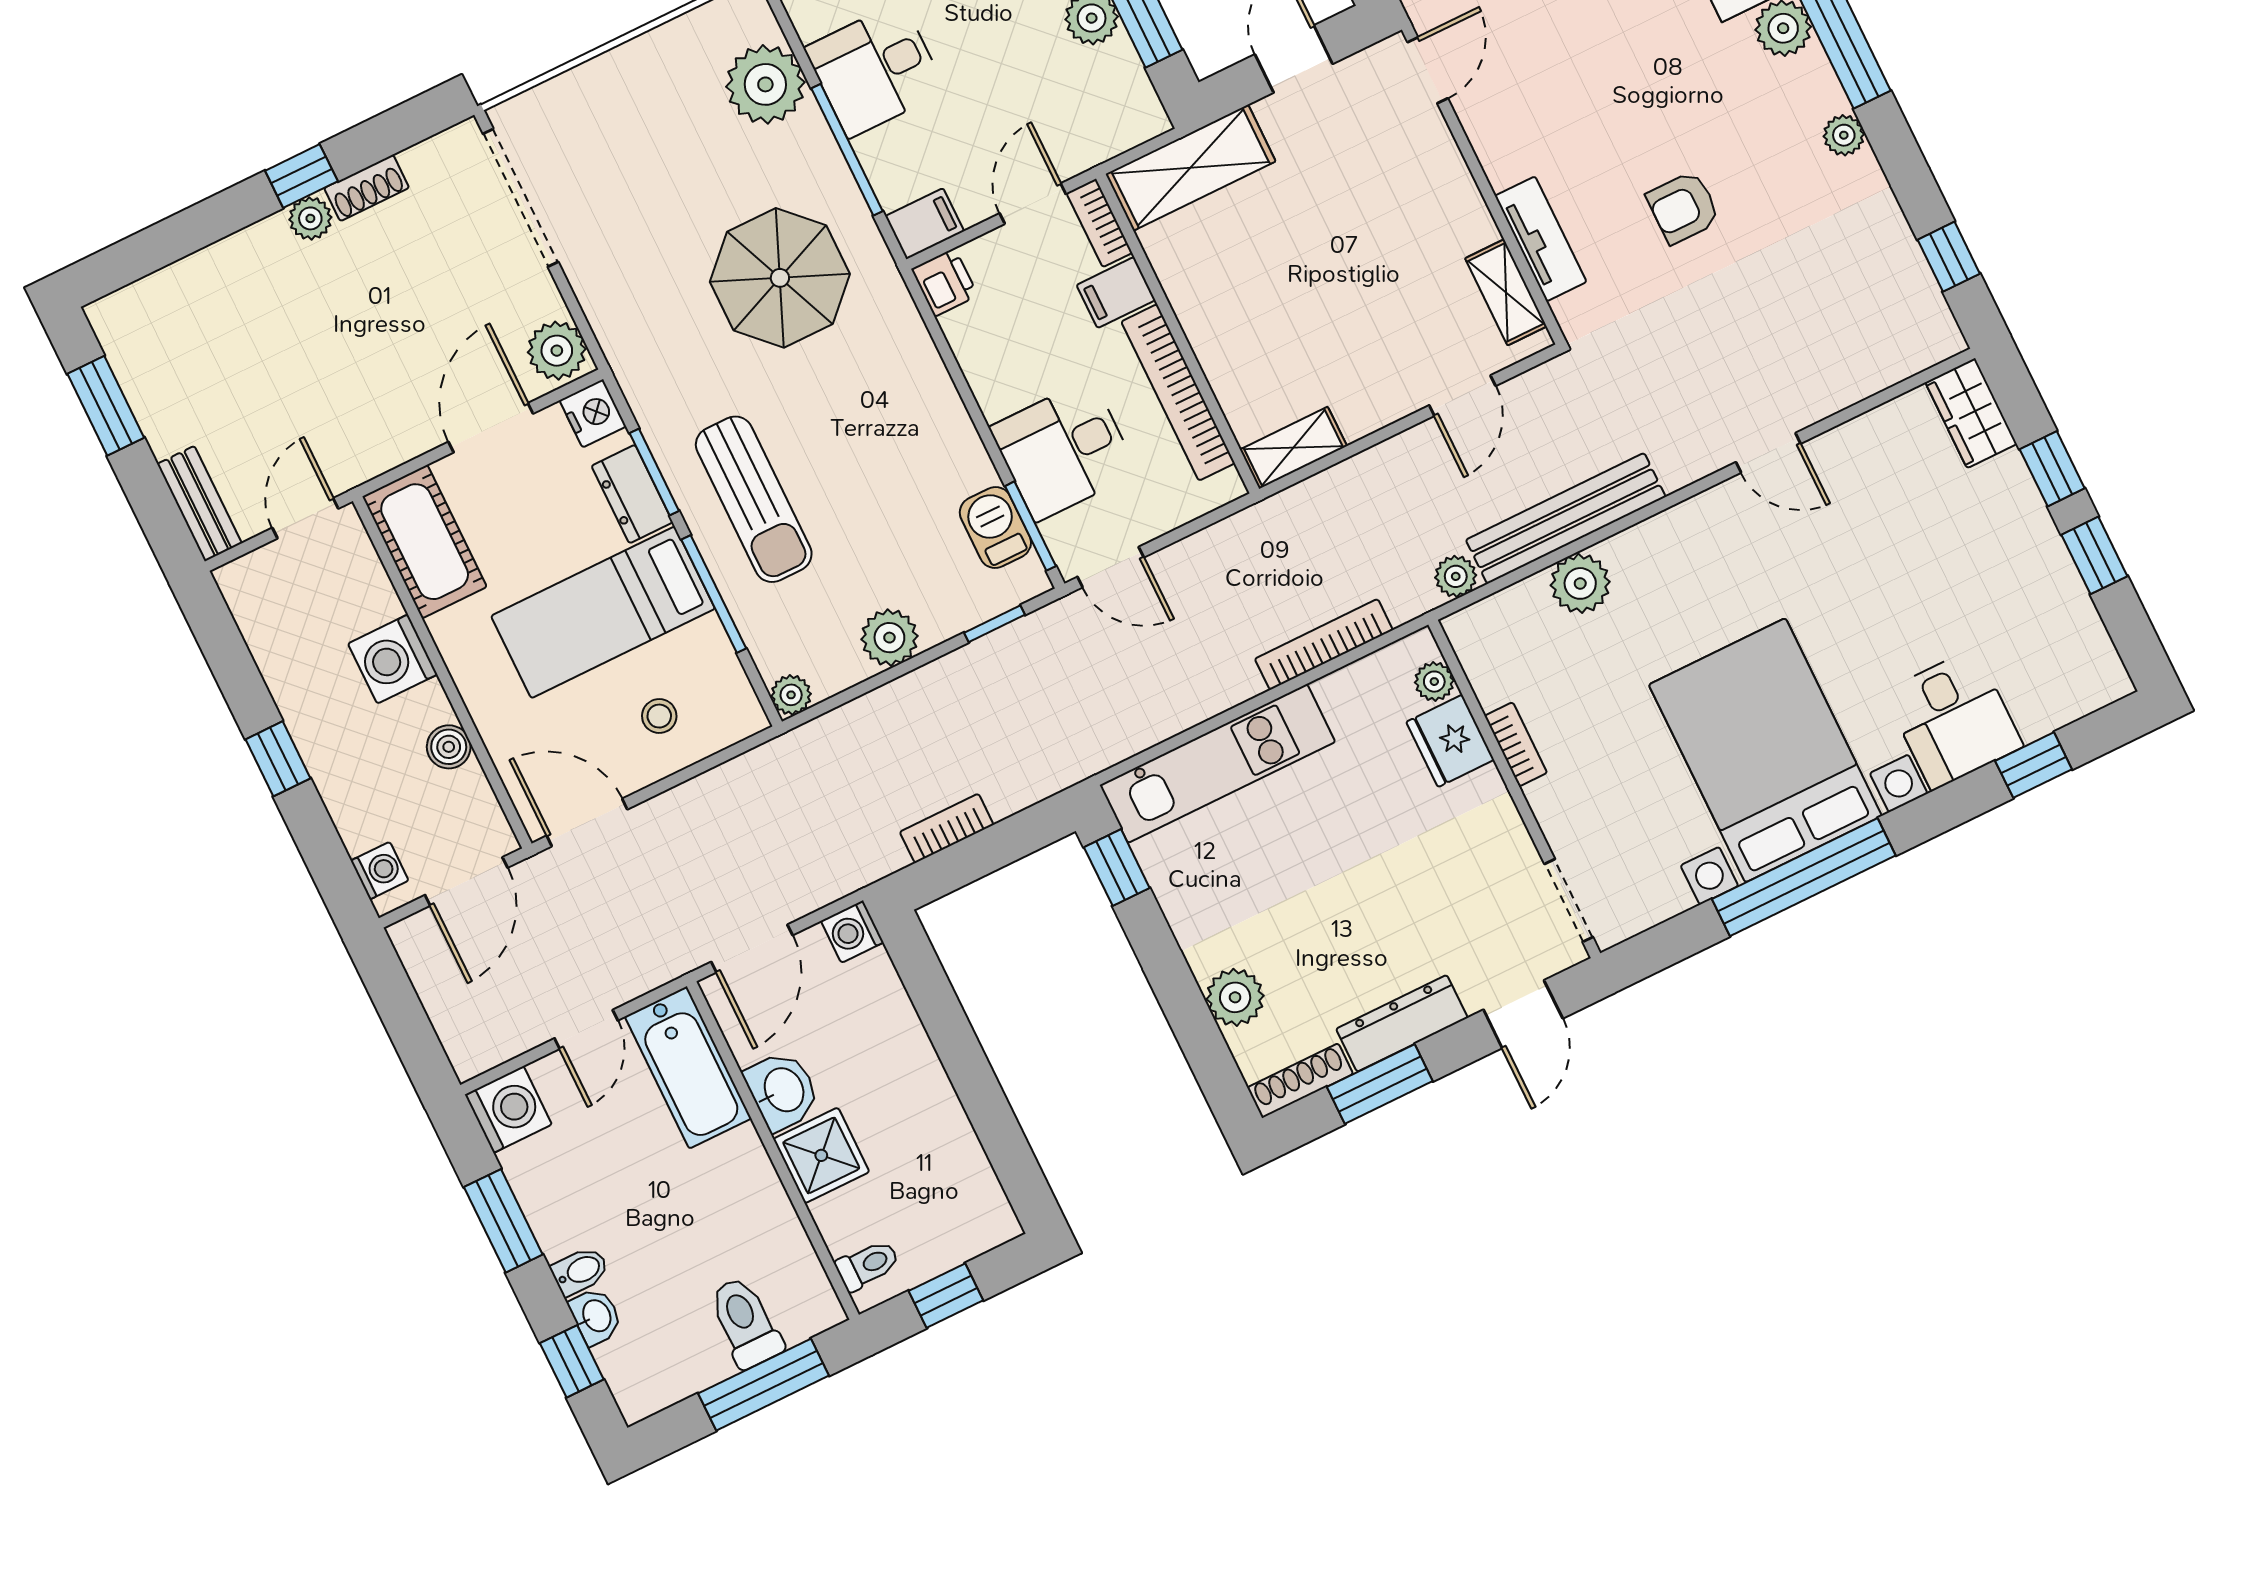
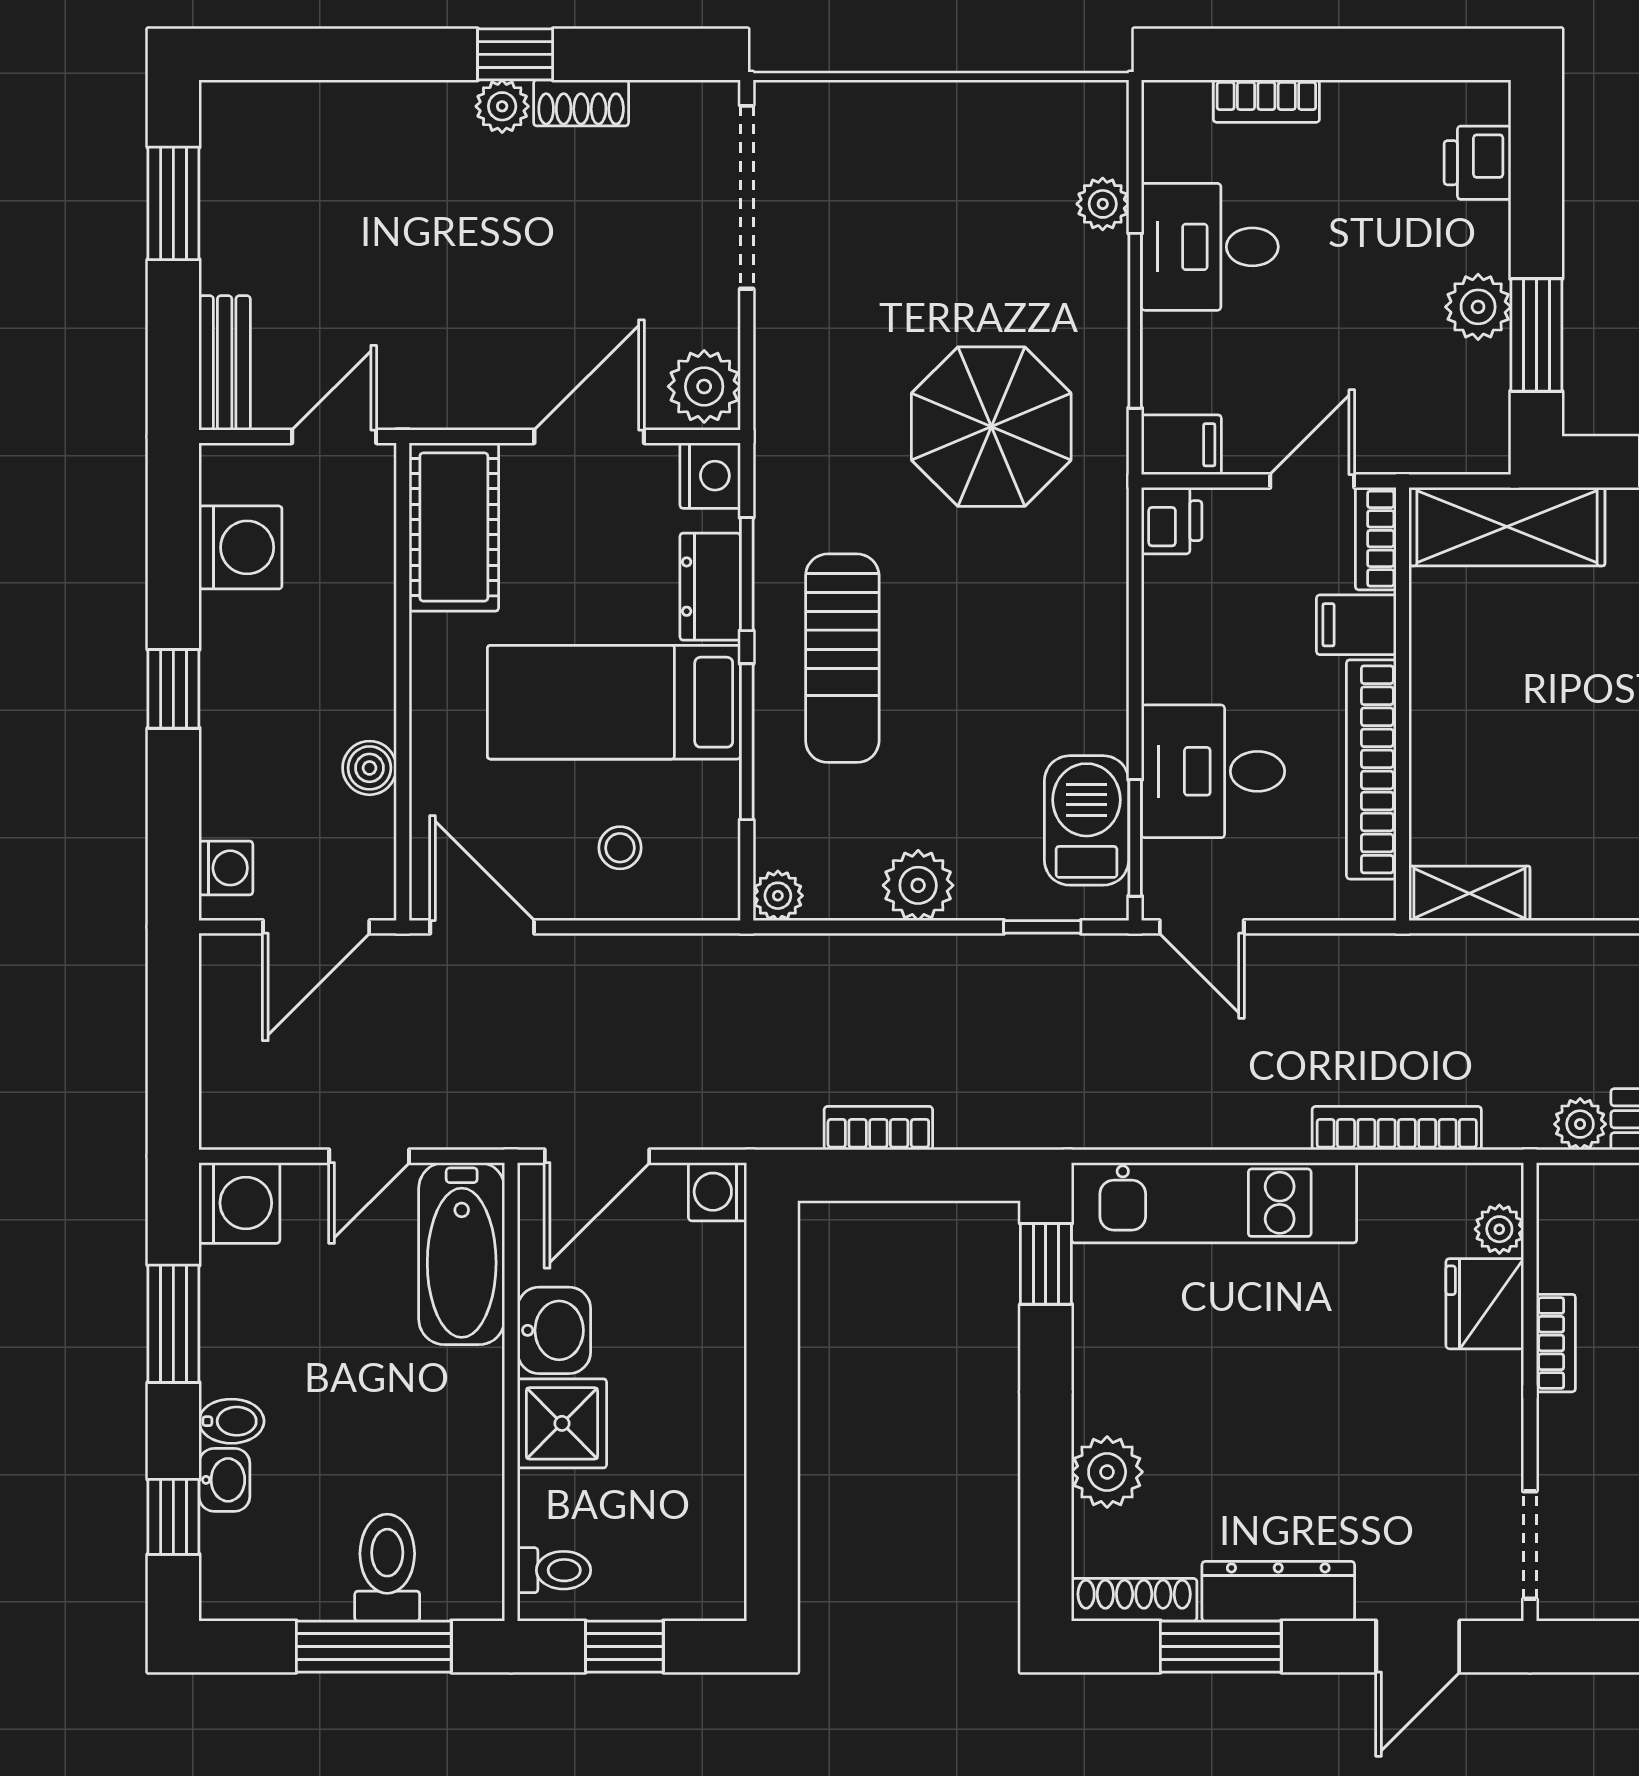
plant: (765, 84) -> (1103, 204), width x0.53, depth x0.53
barbecue: (995, 527) -> (1087, 820), width x1.38, depth x1.27
washing machine: (393, 659) -> (240, 547), moved, turned 180

